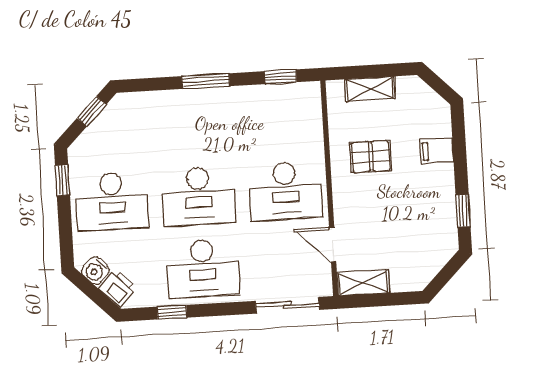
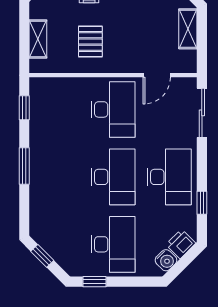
shelving: (363, 283) -> (188, 29), moved

